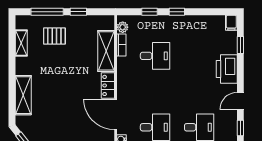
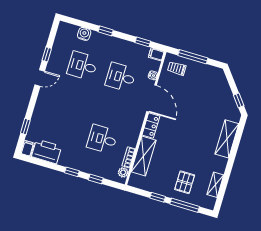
pallet: (54, 36) -> (185, 182), turned 90
printer: (227, 69) -> (47, 151), moved, turned -90

